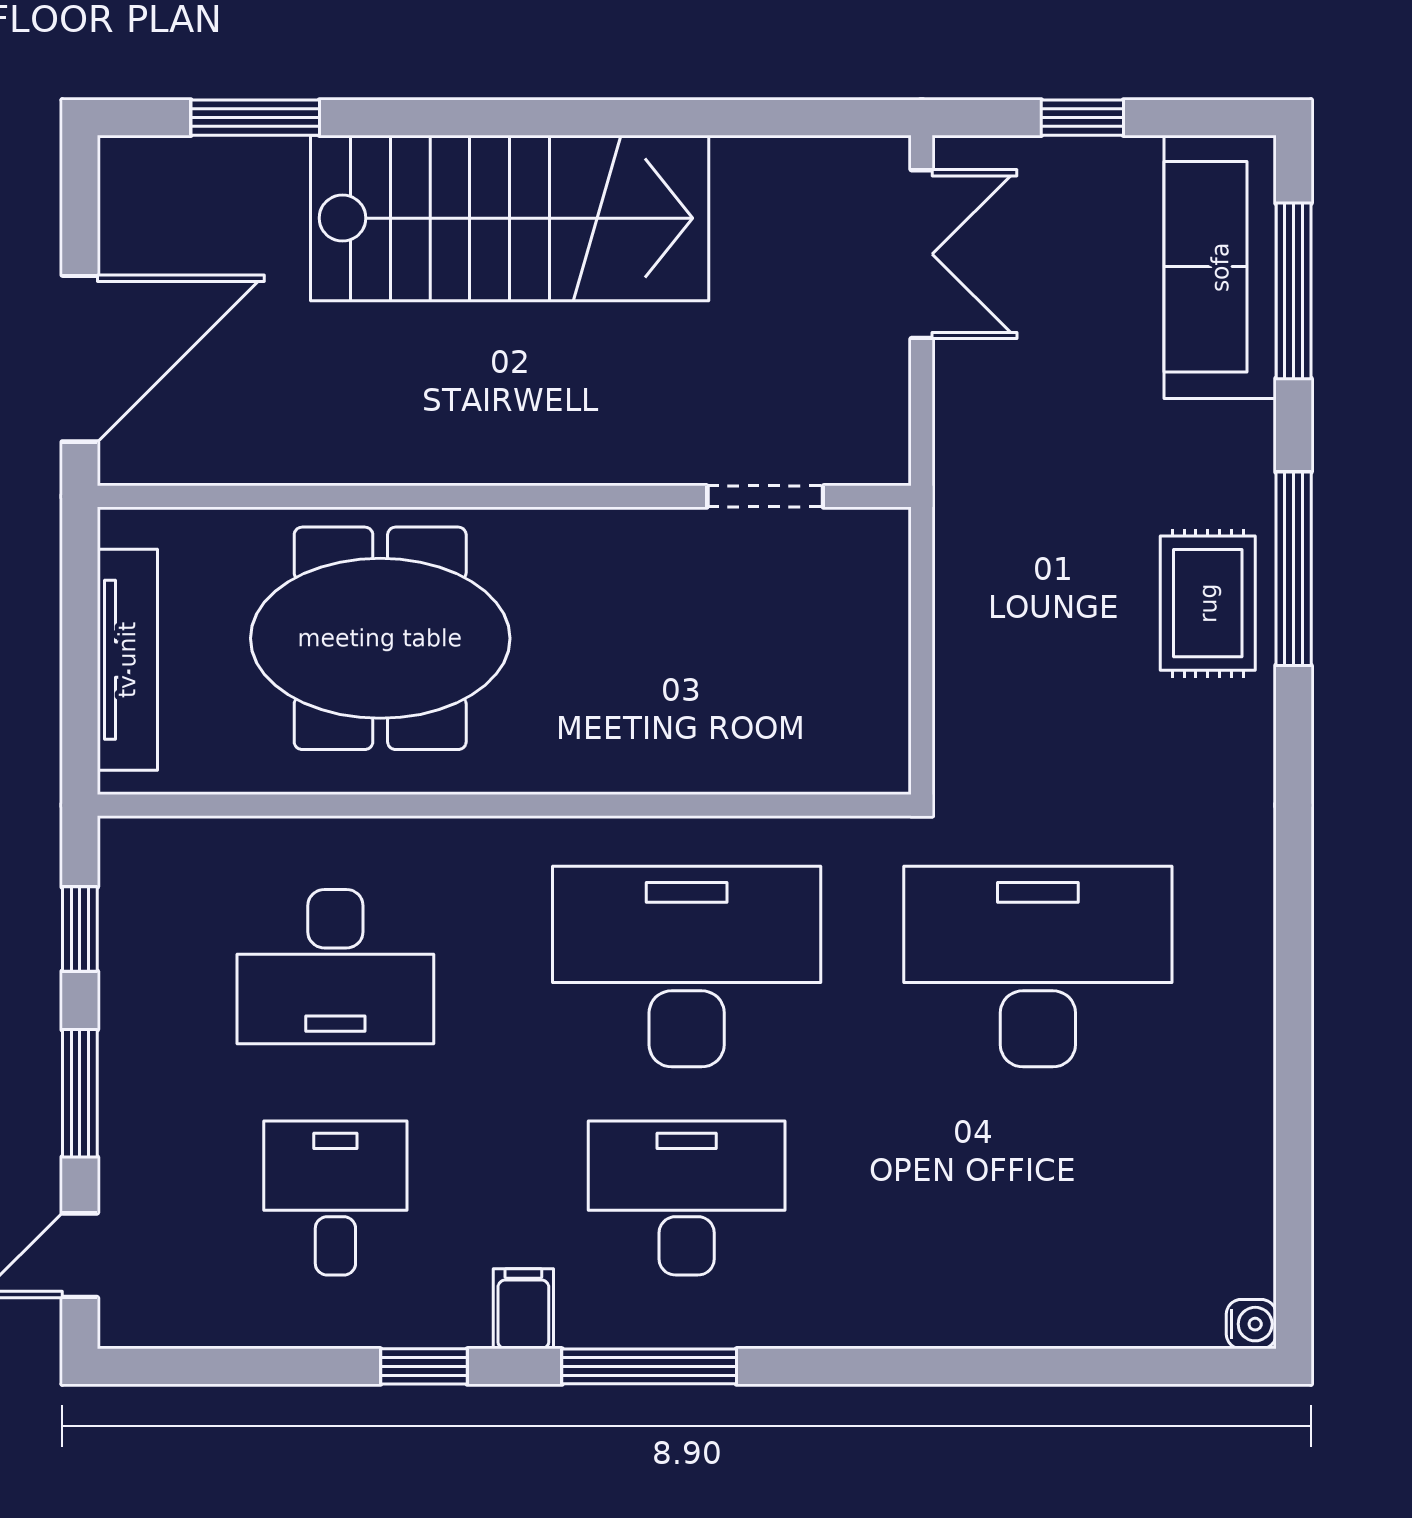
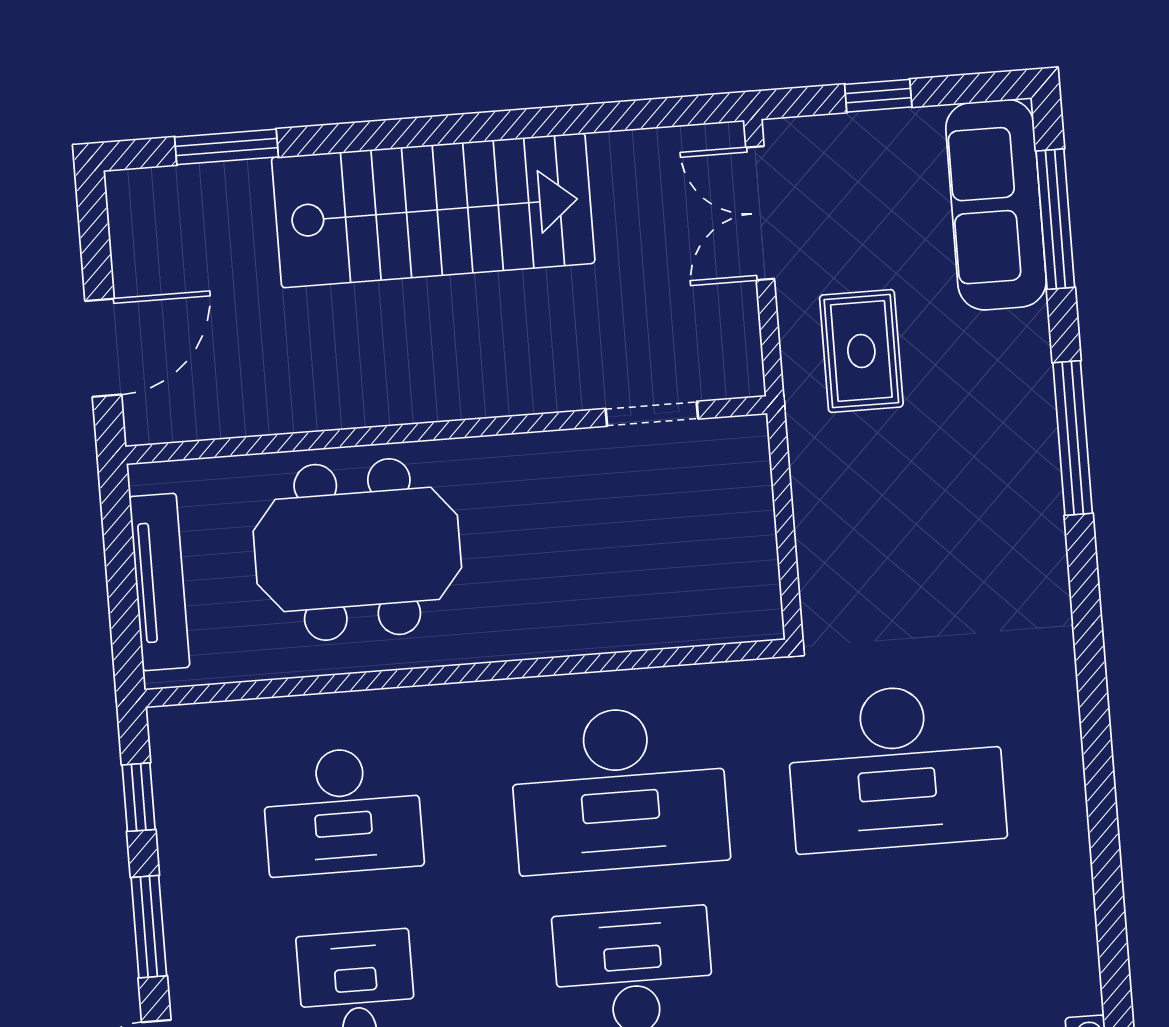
double door: (922, 254) -> (760, 213), swing flipped
door: (80, 359) -> (103, 348), width x0.73
rug: (1208, 603) -> (861, 351), moved
desk: (687, 967) -> (619, 789), turned 180
desk: (1038, 967) -> (896, 767), turned 180

